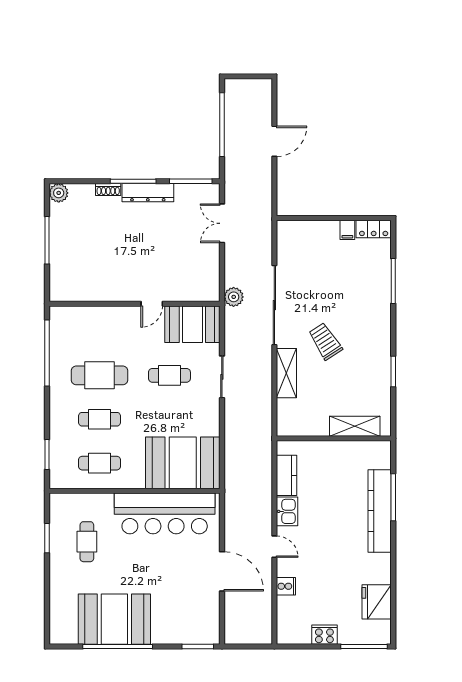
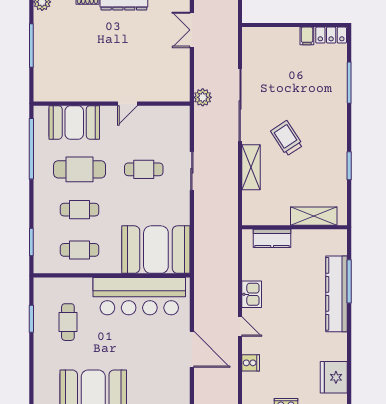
booth: (192, 324) -> (74, 122), moved
kitchen counter: (287, 475) -> (272, 238), moved, turned 90

